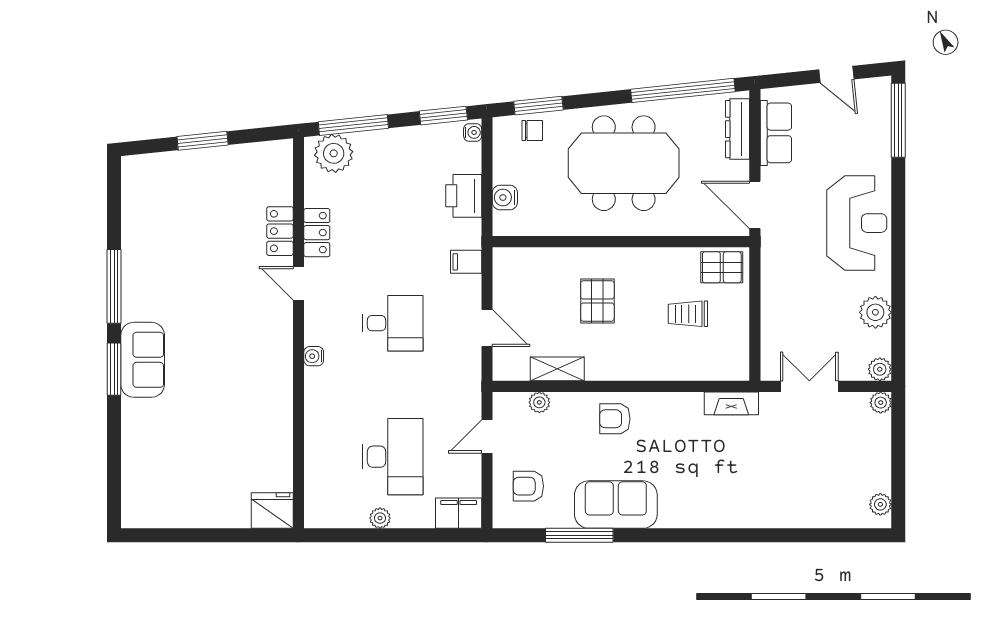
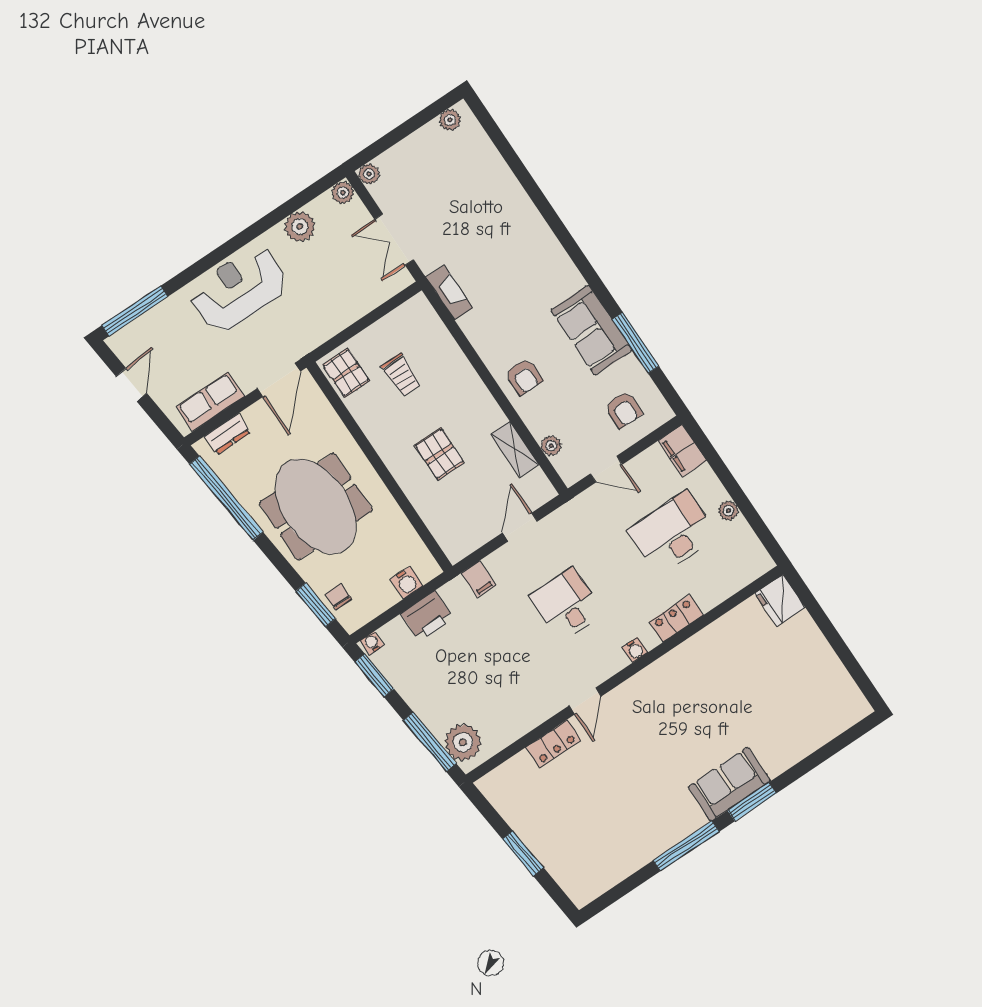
dresser: (737, 129) -> (228, 434), width x0.70
locker: (317, 233) -> (676, 619), moved
pallet: (597, 301) -> (439, 454), turned 90

